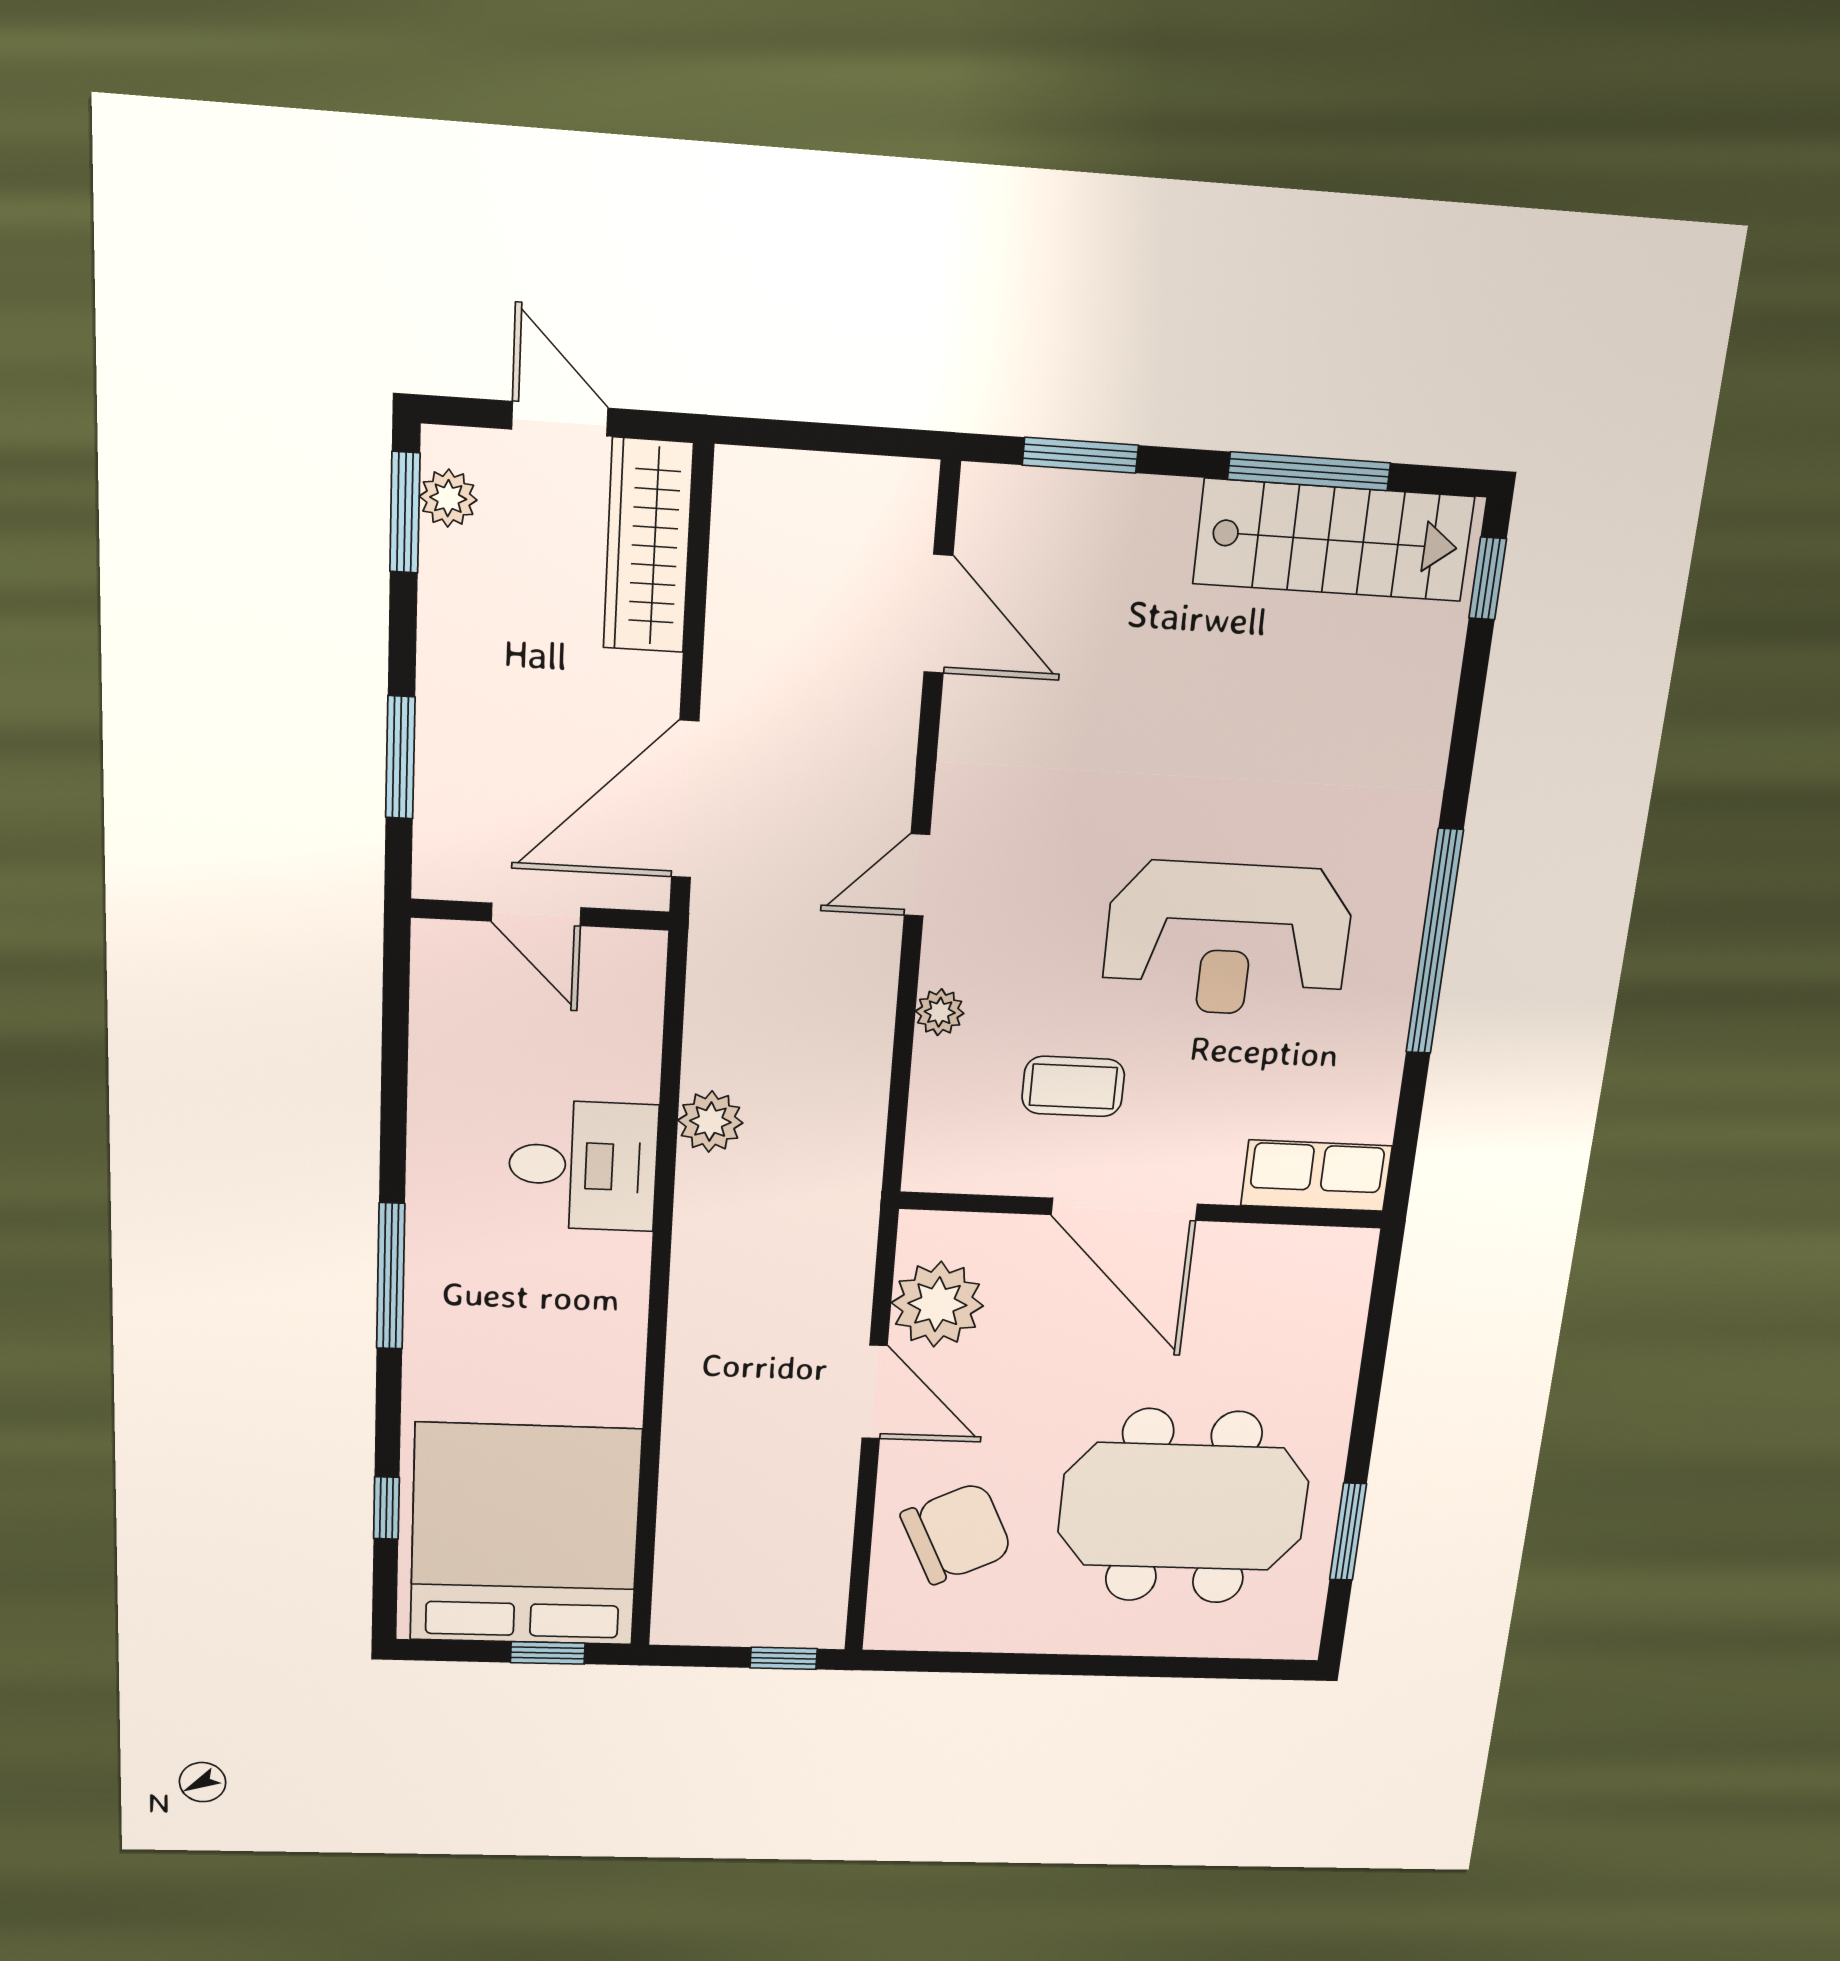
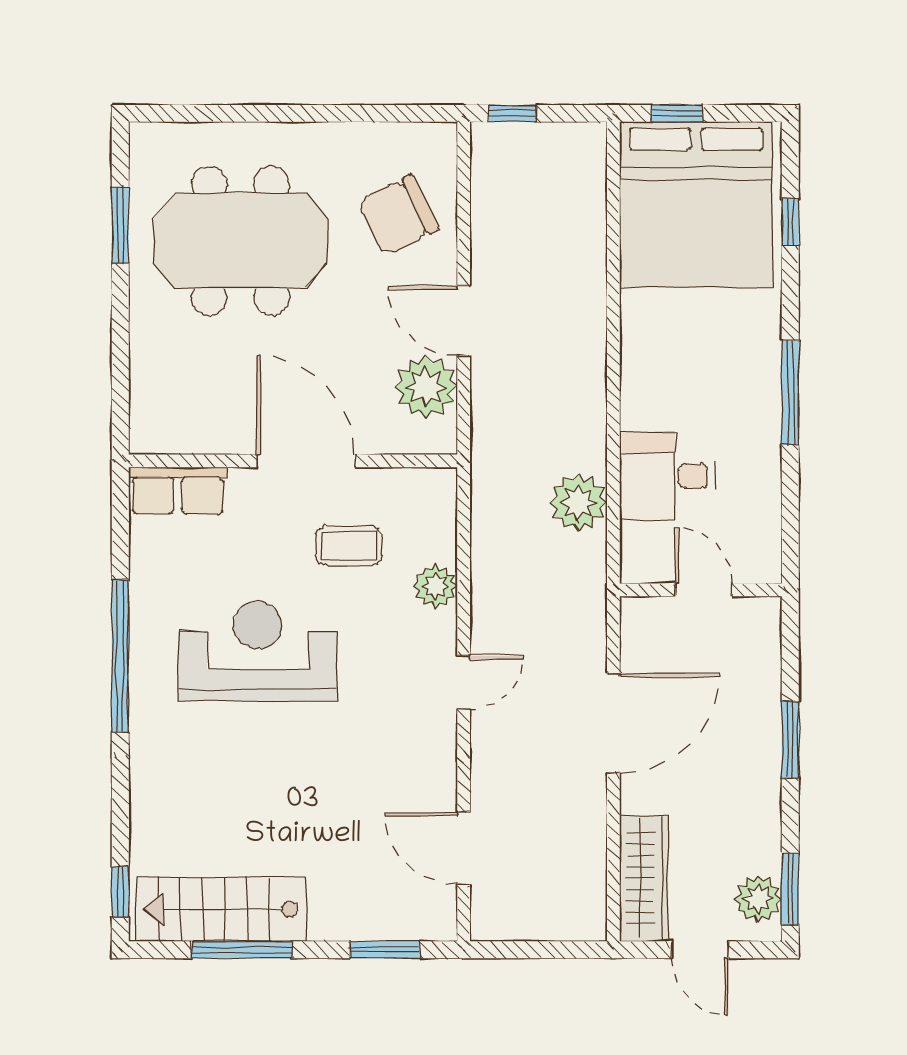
plant: (448, 498) -> (758, 899), width x1.38, depth x1.38
door: (536, 914) -> (704, 590), moved
wall: (541, 915) -> (701, 590), moved
plant: (940, 1012) -> (436, 586), width x1.38, depth x1.38
plant: (710, 1122) -> (578, 503), width x1.36, depth x1.36

